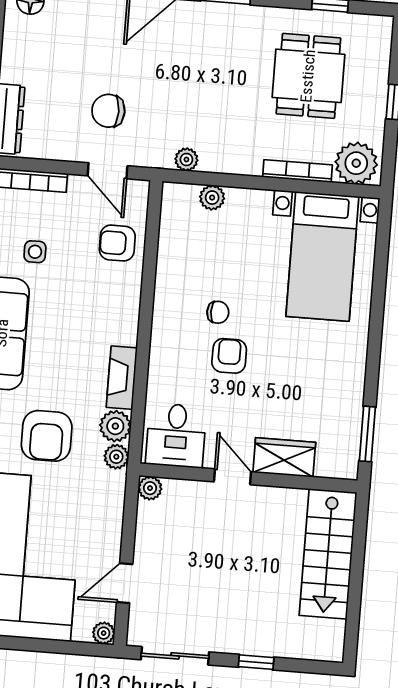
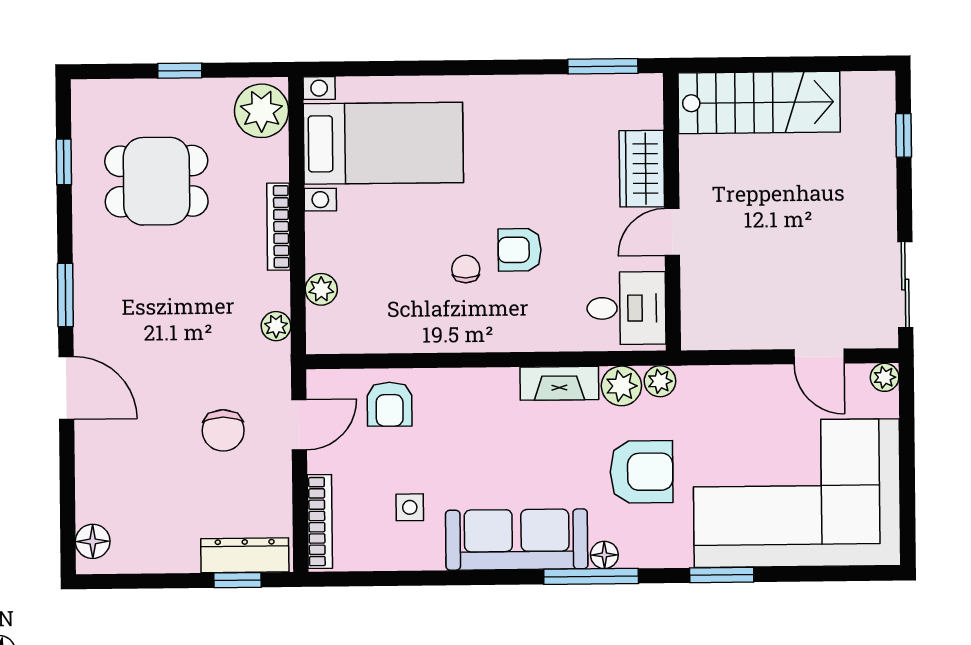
bookcase: (297, 171) -> (278, 227), moved
plant: (150, 488) -> (696, 335), removed
window: (256, 662) -> (904, 135), moved

